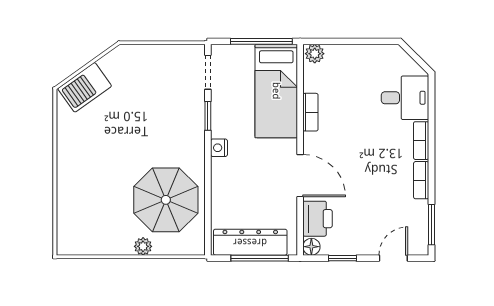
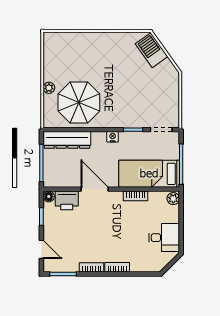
desk: (405, 98) -> (164, 238), moved, turned -90
door: (300, 176) -> (95, 189), swing flipped
dresser: (250, 242) -> (67, 140), moved, turned 90

